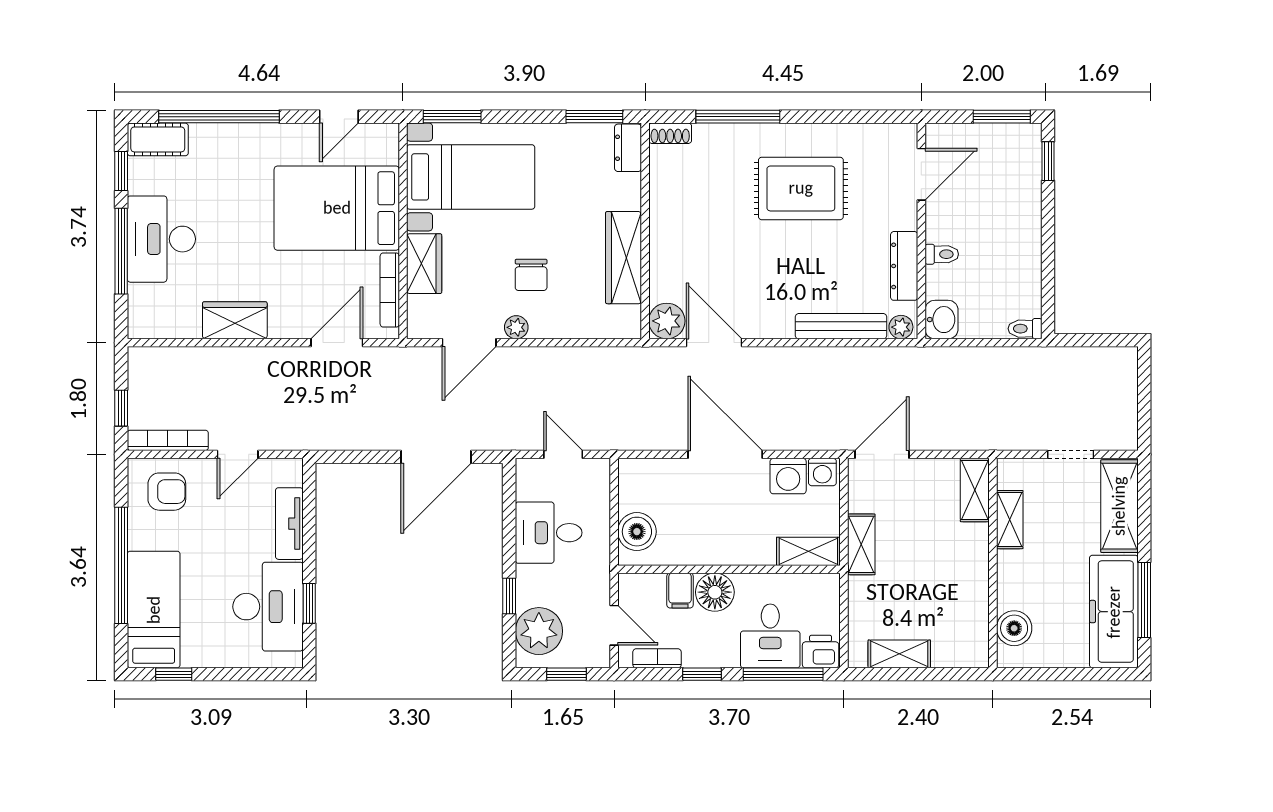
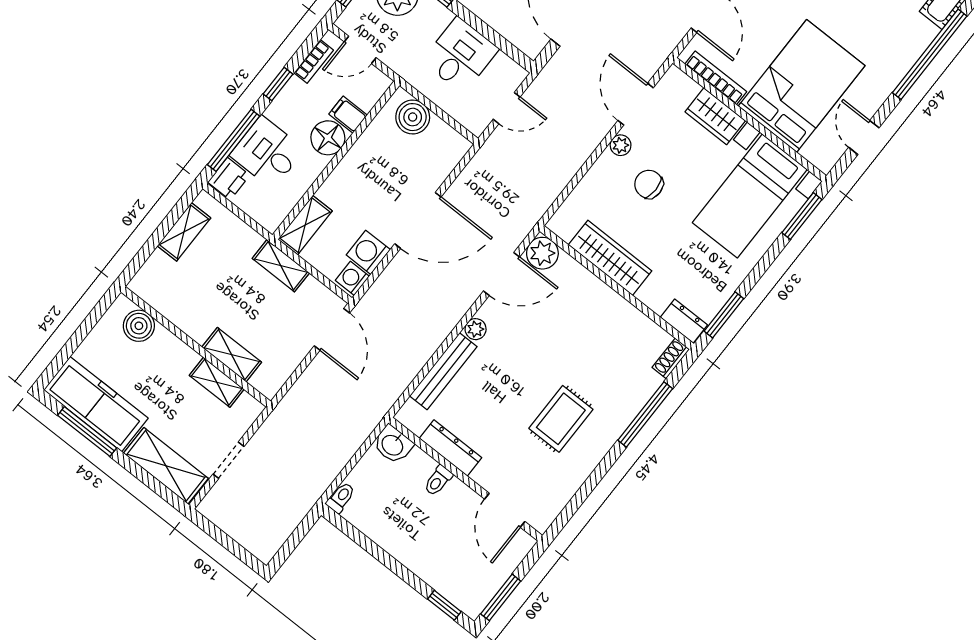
rug: (801, 188) -> (561, 419), width x0.73, depth x0.70
plant: (901, 327) -> (476, 329), moved
shelving: (975, 490) -> (232, 355), moved

